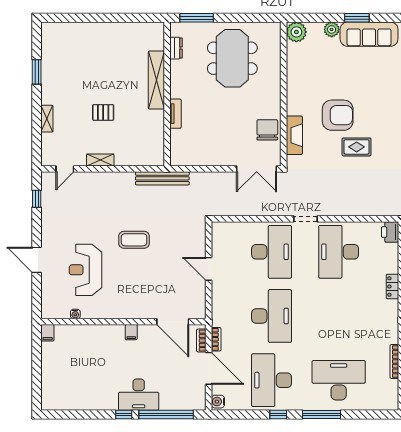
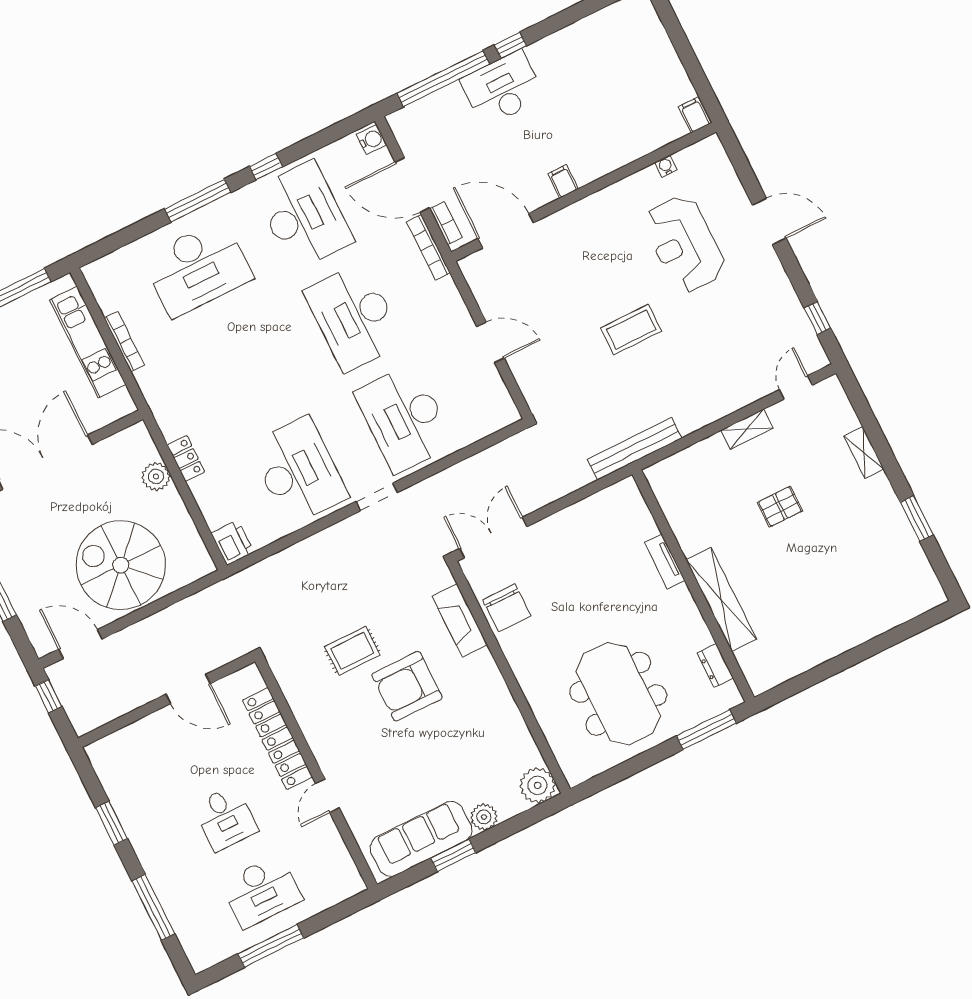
reception desk: (86, 270) -> (684, 244), turned 180
bookcase: (216, 339) -> (428, 247), width x1.56

